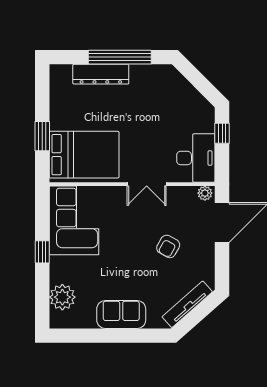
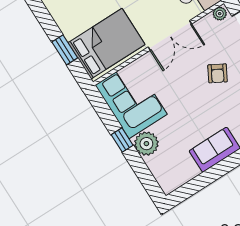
double door: (147, 184) -> (170, 35), width x1.37
plant: (62, 297) -> (146, 144), moved

